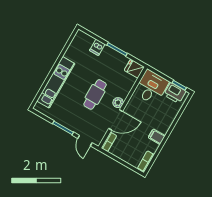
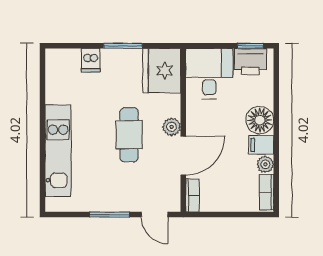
fridge: (134, 69) -> (162, 71), width x1.88, depth x1.34
floor lamp: (163, 124) -> (260, 120), added
plant: (153, 147) -> (265, 164), added

